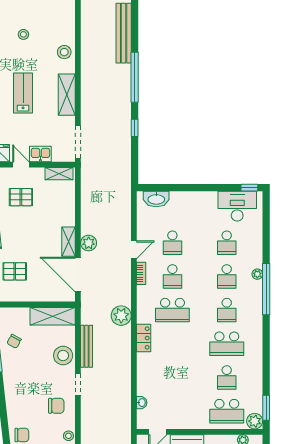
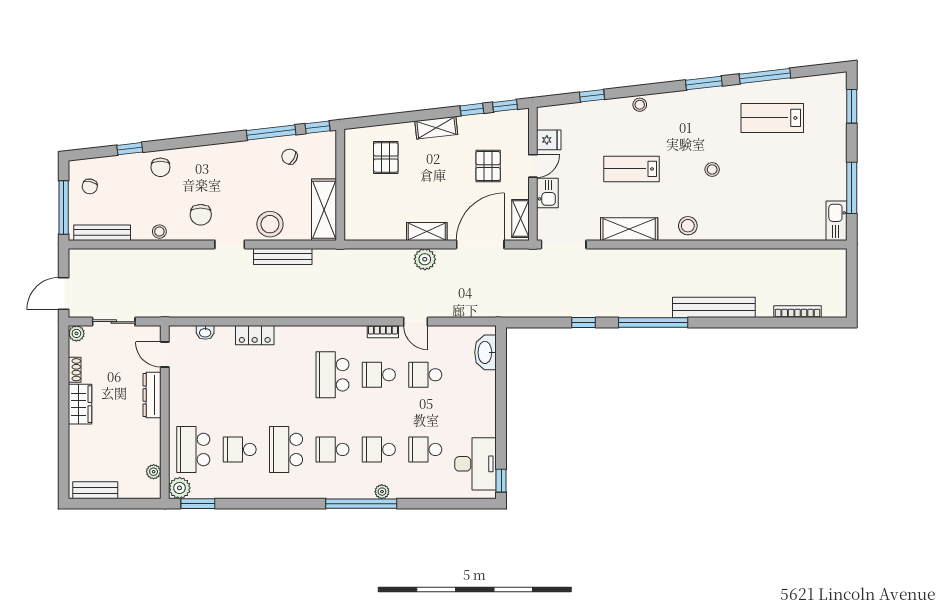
lab bench: (23, 93) -> (632, 169), turned 180
door: (78, 275) -> (480, 244), moved
plant: (121, 316) -> (325, 304), removed
locker: (144, 338) -> (255, 335), moved

